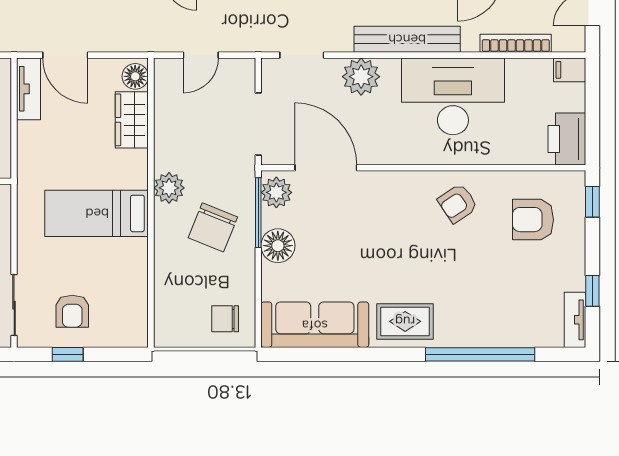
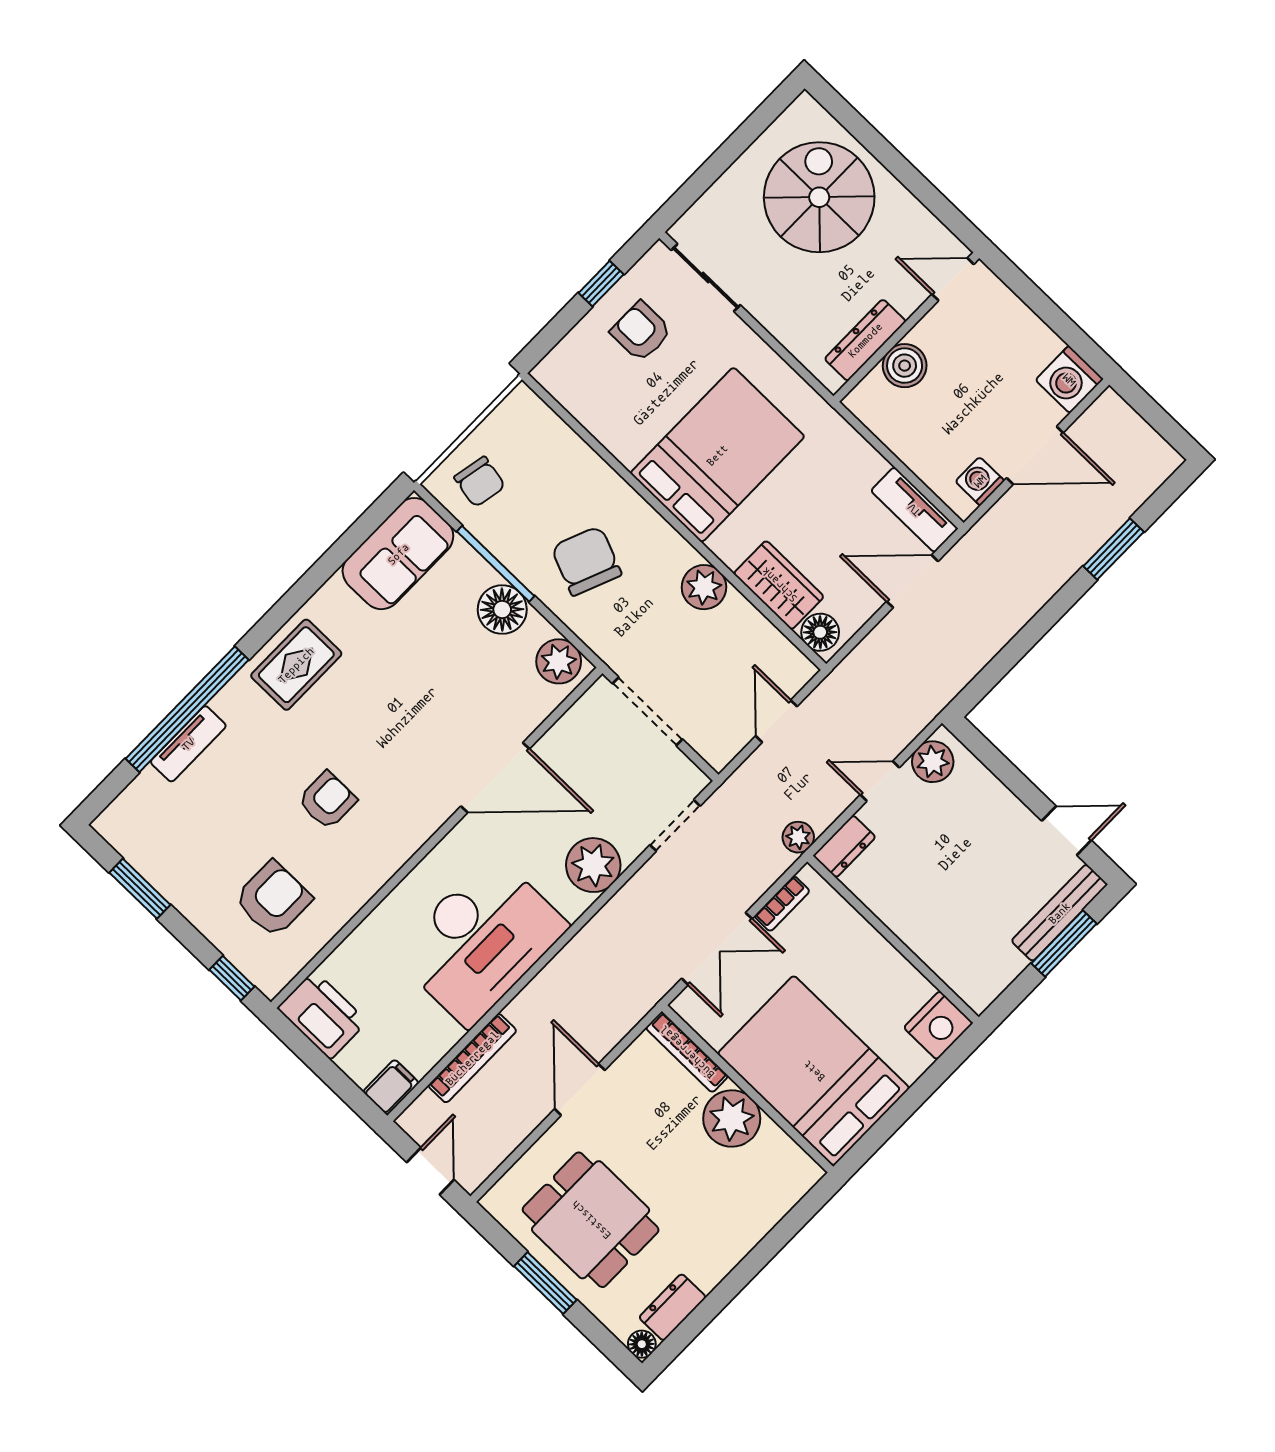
bench: (407, 39) -> (586, 950), removed
door: (326, 168) -> (495, 778), moved
plant: (169, 188) -> (704, 587), moved
armchair: (458, 203) -> (327, 800), moved, turned 34
bed: (97, 213) -> (717, 455), width x1.50
window: (258, 213) -> (496, 564), moved
window: (592, 291) -> (140, 889), width x1.50
chair: (225, 319) -> (480, 482), turned 101
tv unit: (575, 320) -> (188, 744), moved, turned 90
sofa: (315, 325) -> (398, 554), width x0.73

